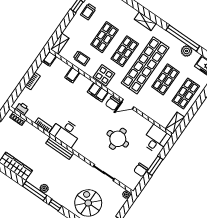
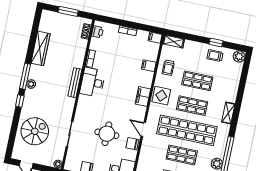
chair: (113, 104) -> (132, 144), moved

